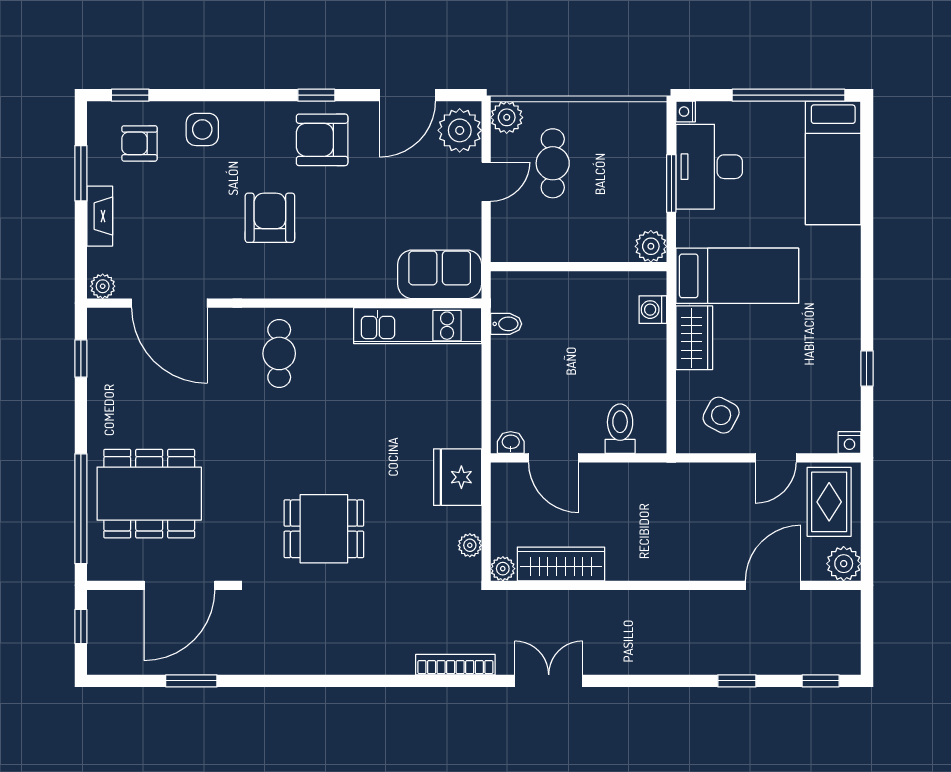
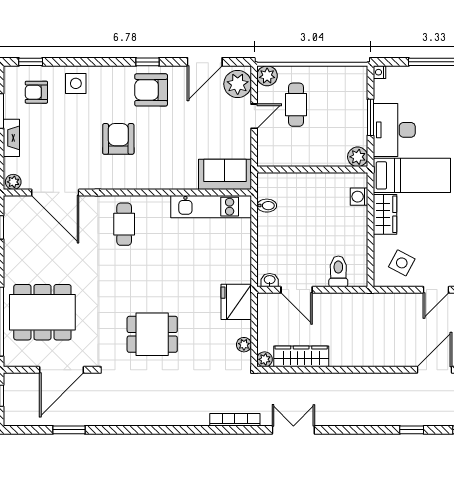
desk: (709, 167) -> (394, 130), moved

